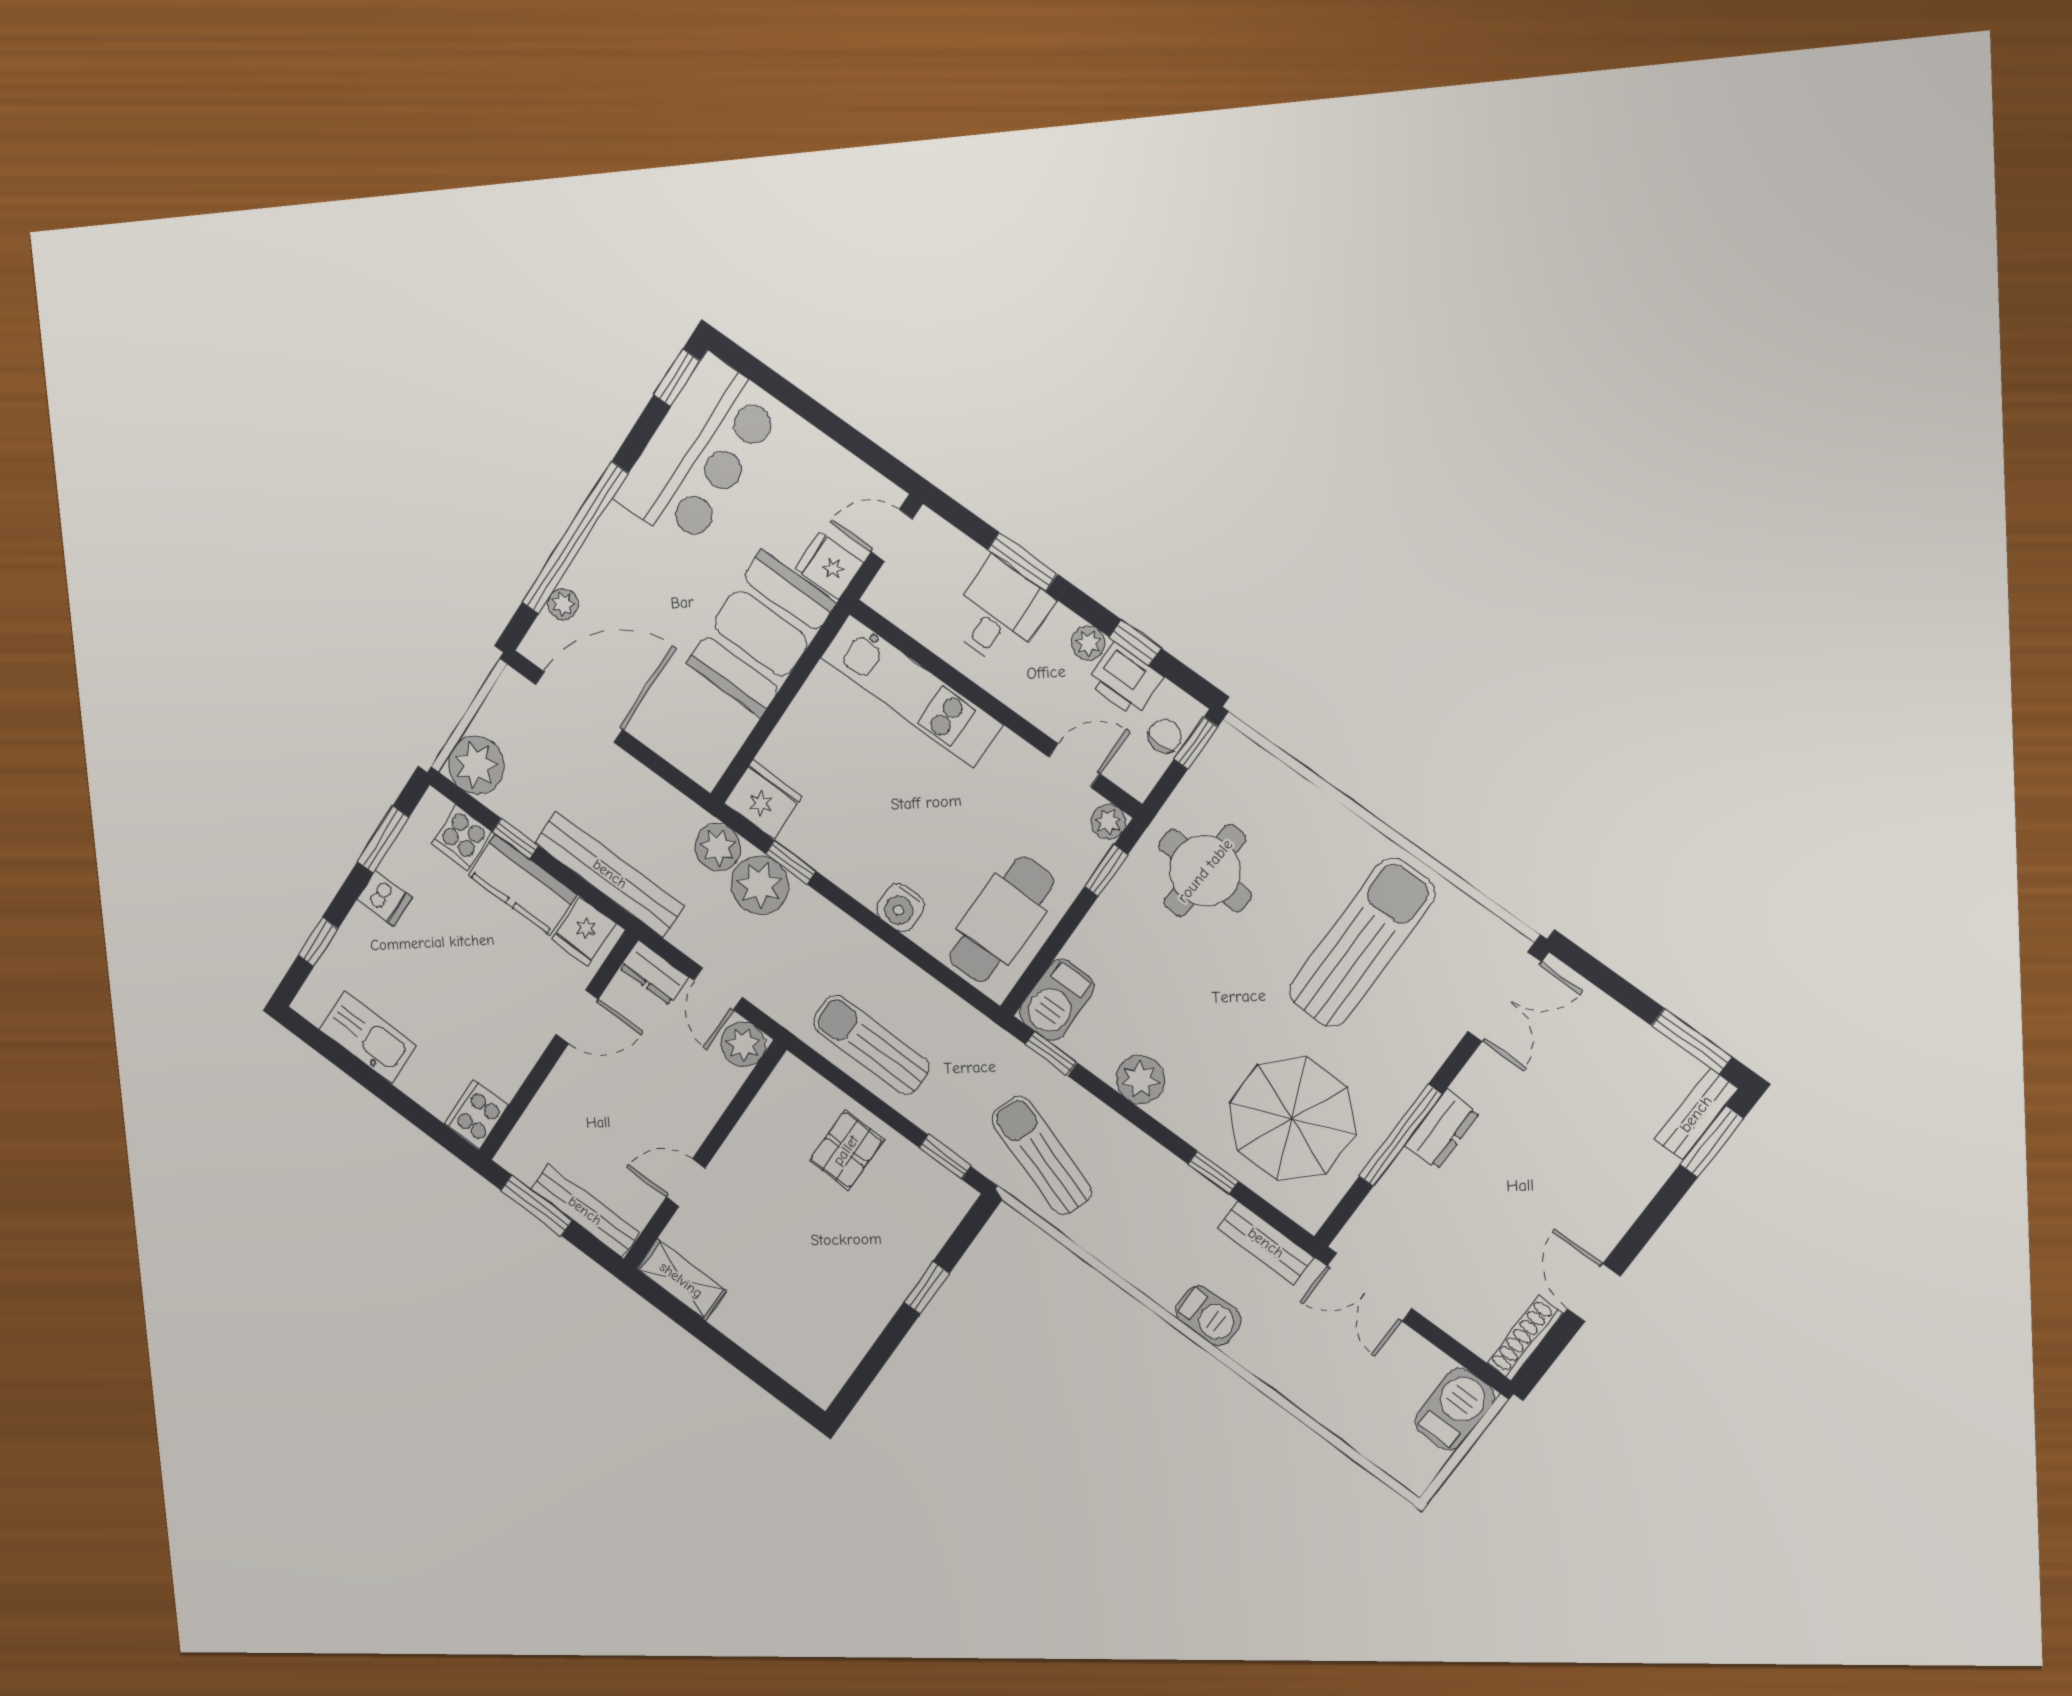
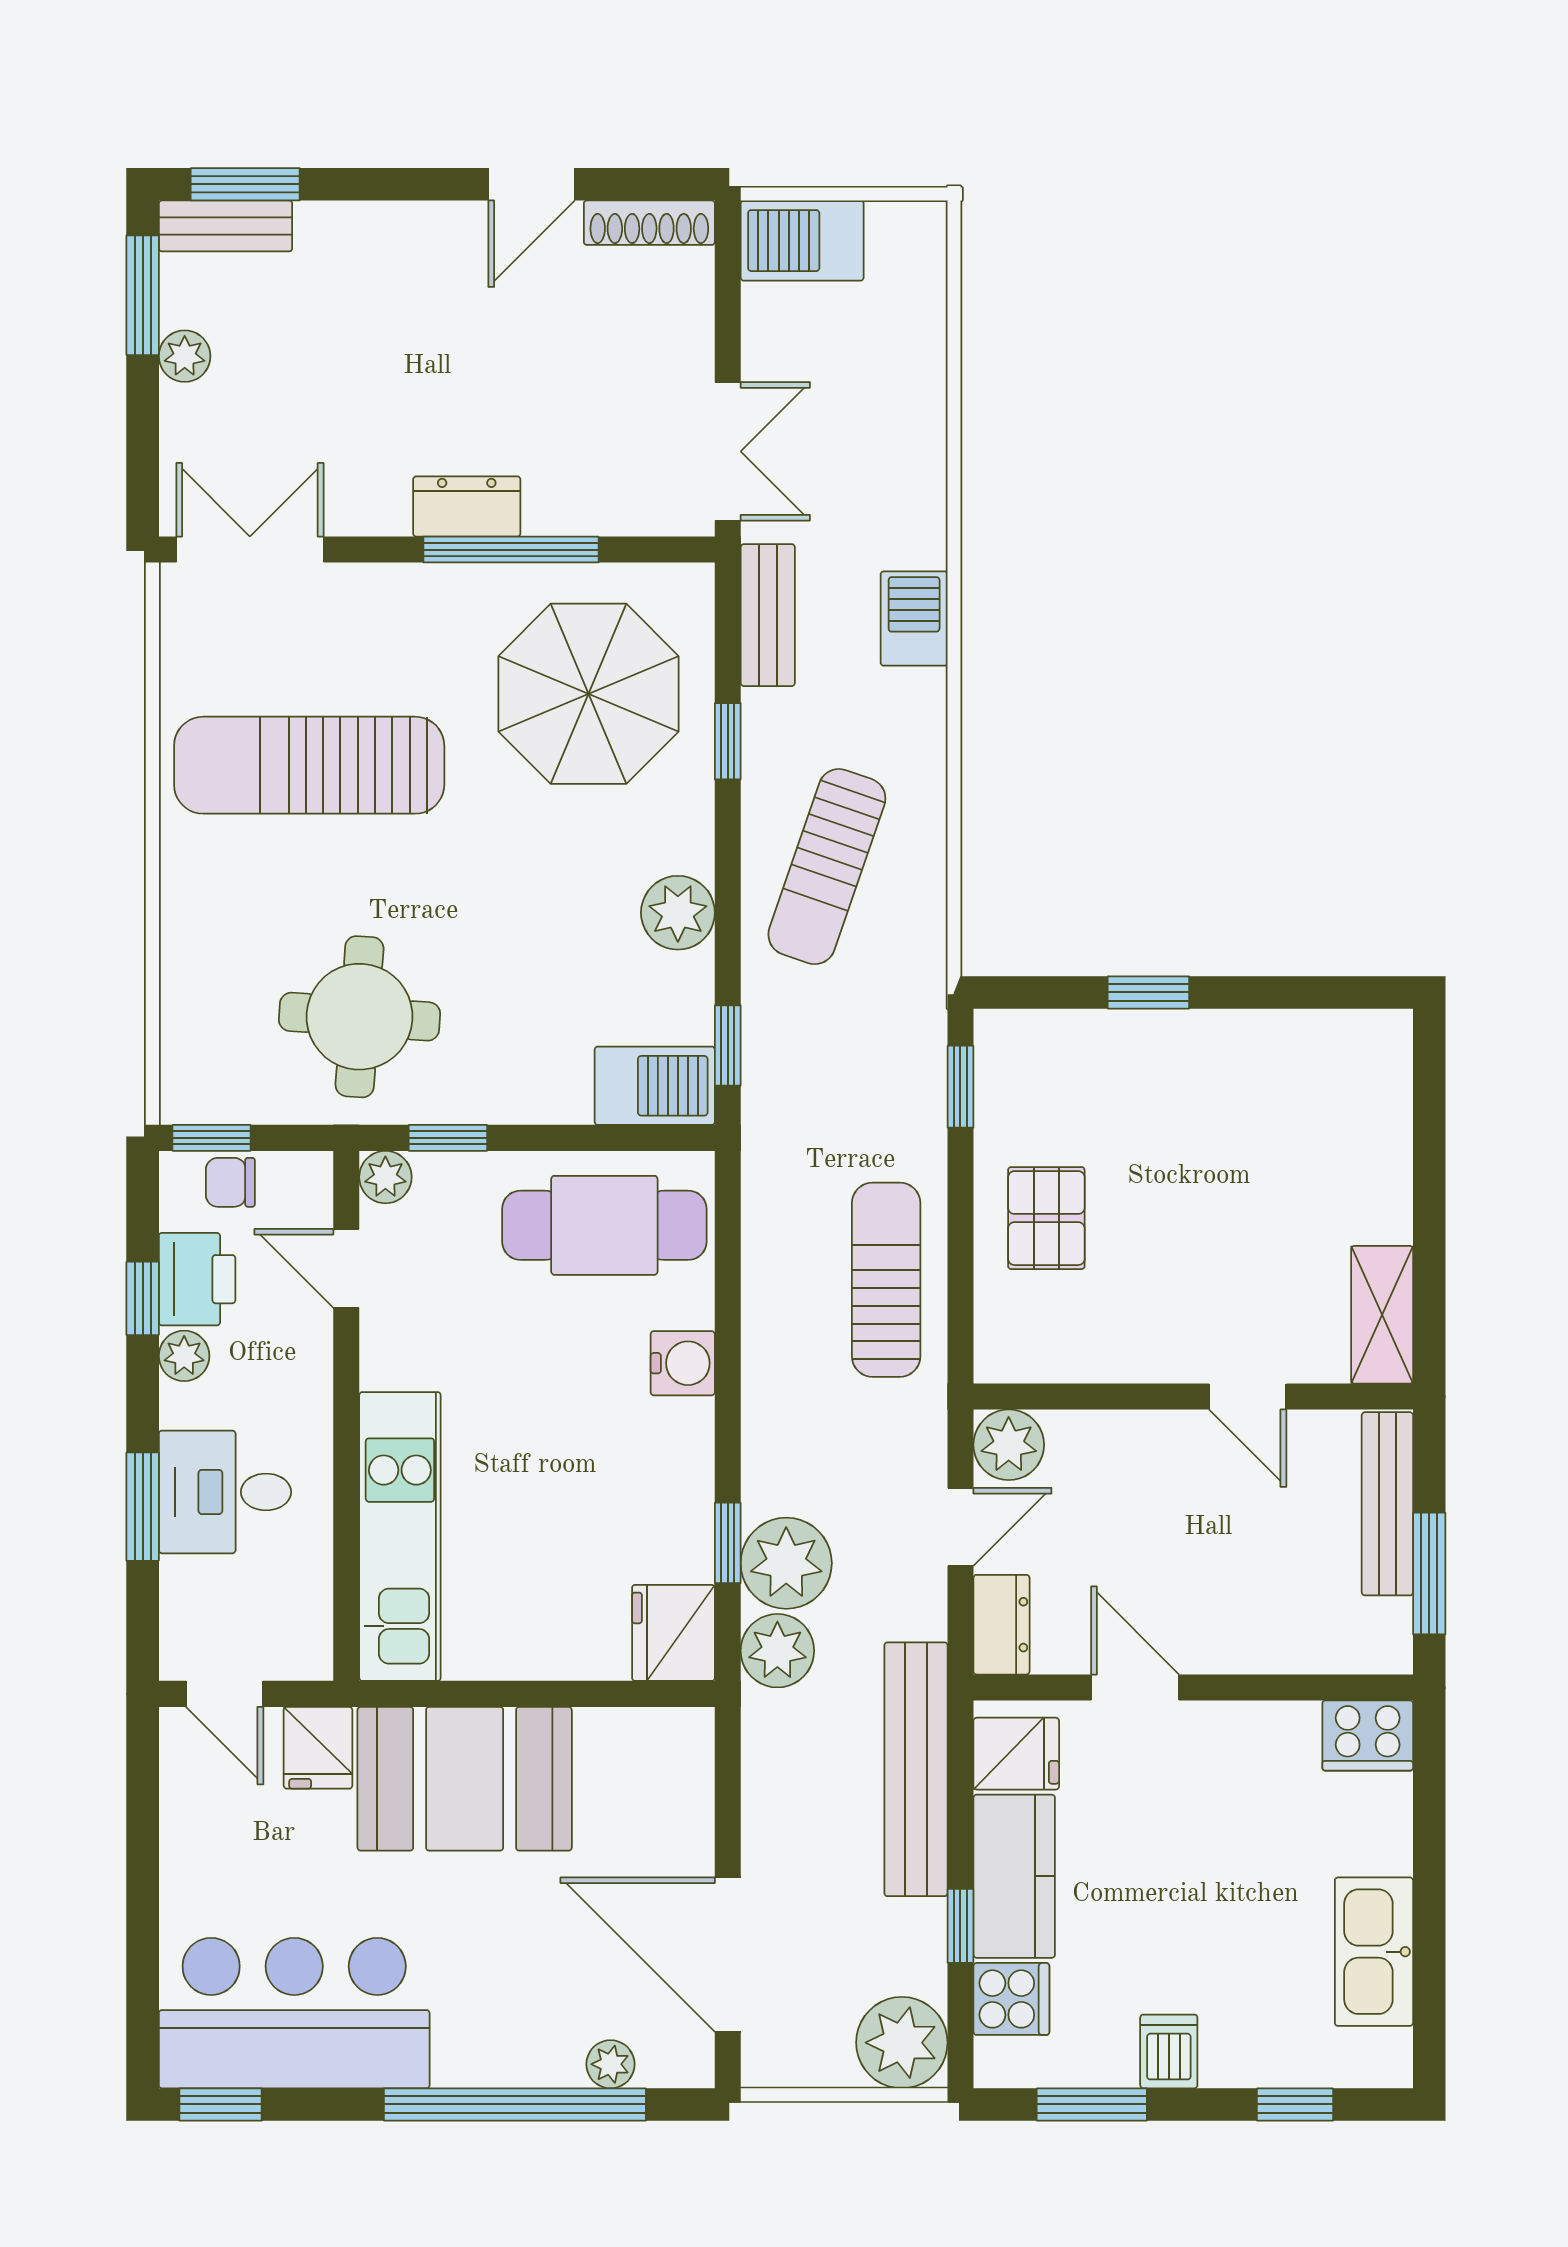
plant: (1640, 1039) -> (185, 356), added
sun lounger: (871, 1045) -> (886, 1280), turned 180
pallet: (846, 1150) -> (1046, 1218), turned 90
sun lounger: (1041, 1155) -> (827, 867), moved

